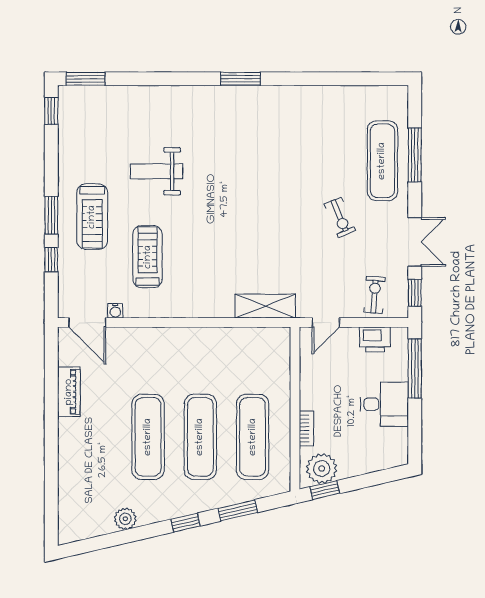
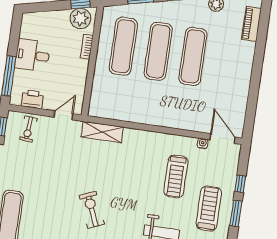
exercise bike: (340, 217) -> (92, 210), moved, width x1.38, depth x1.39
piano: (69, 392) -> (252, 24), moved

